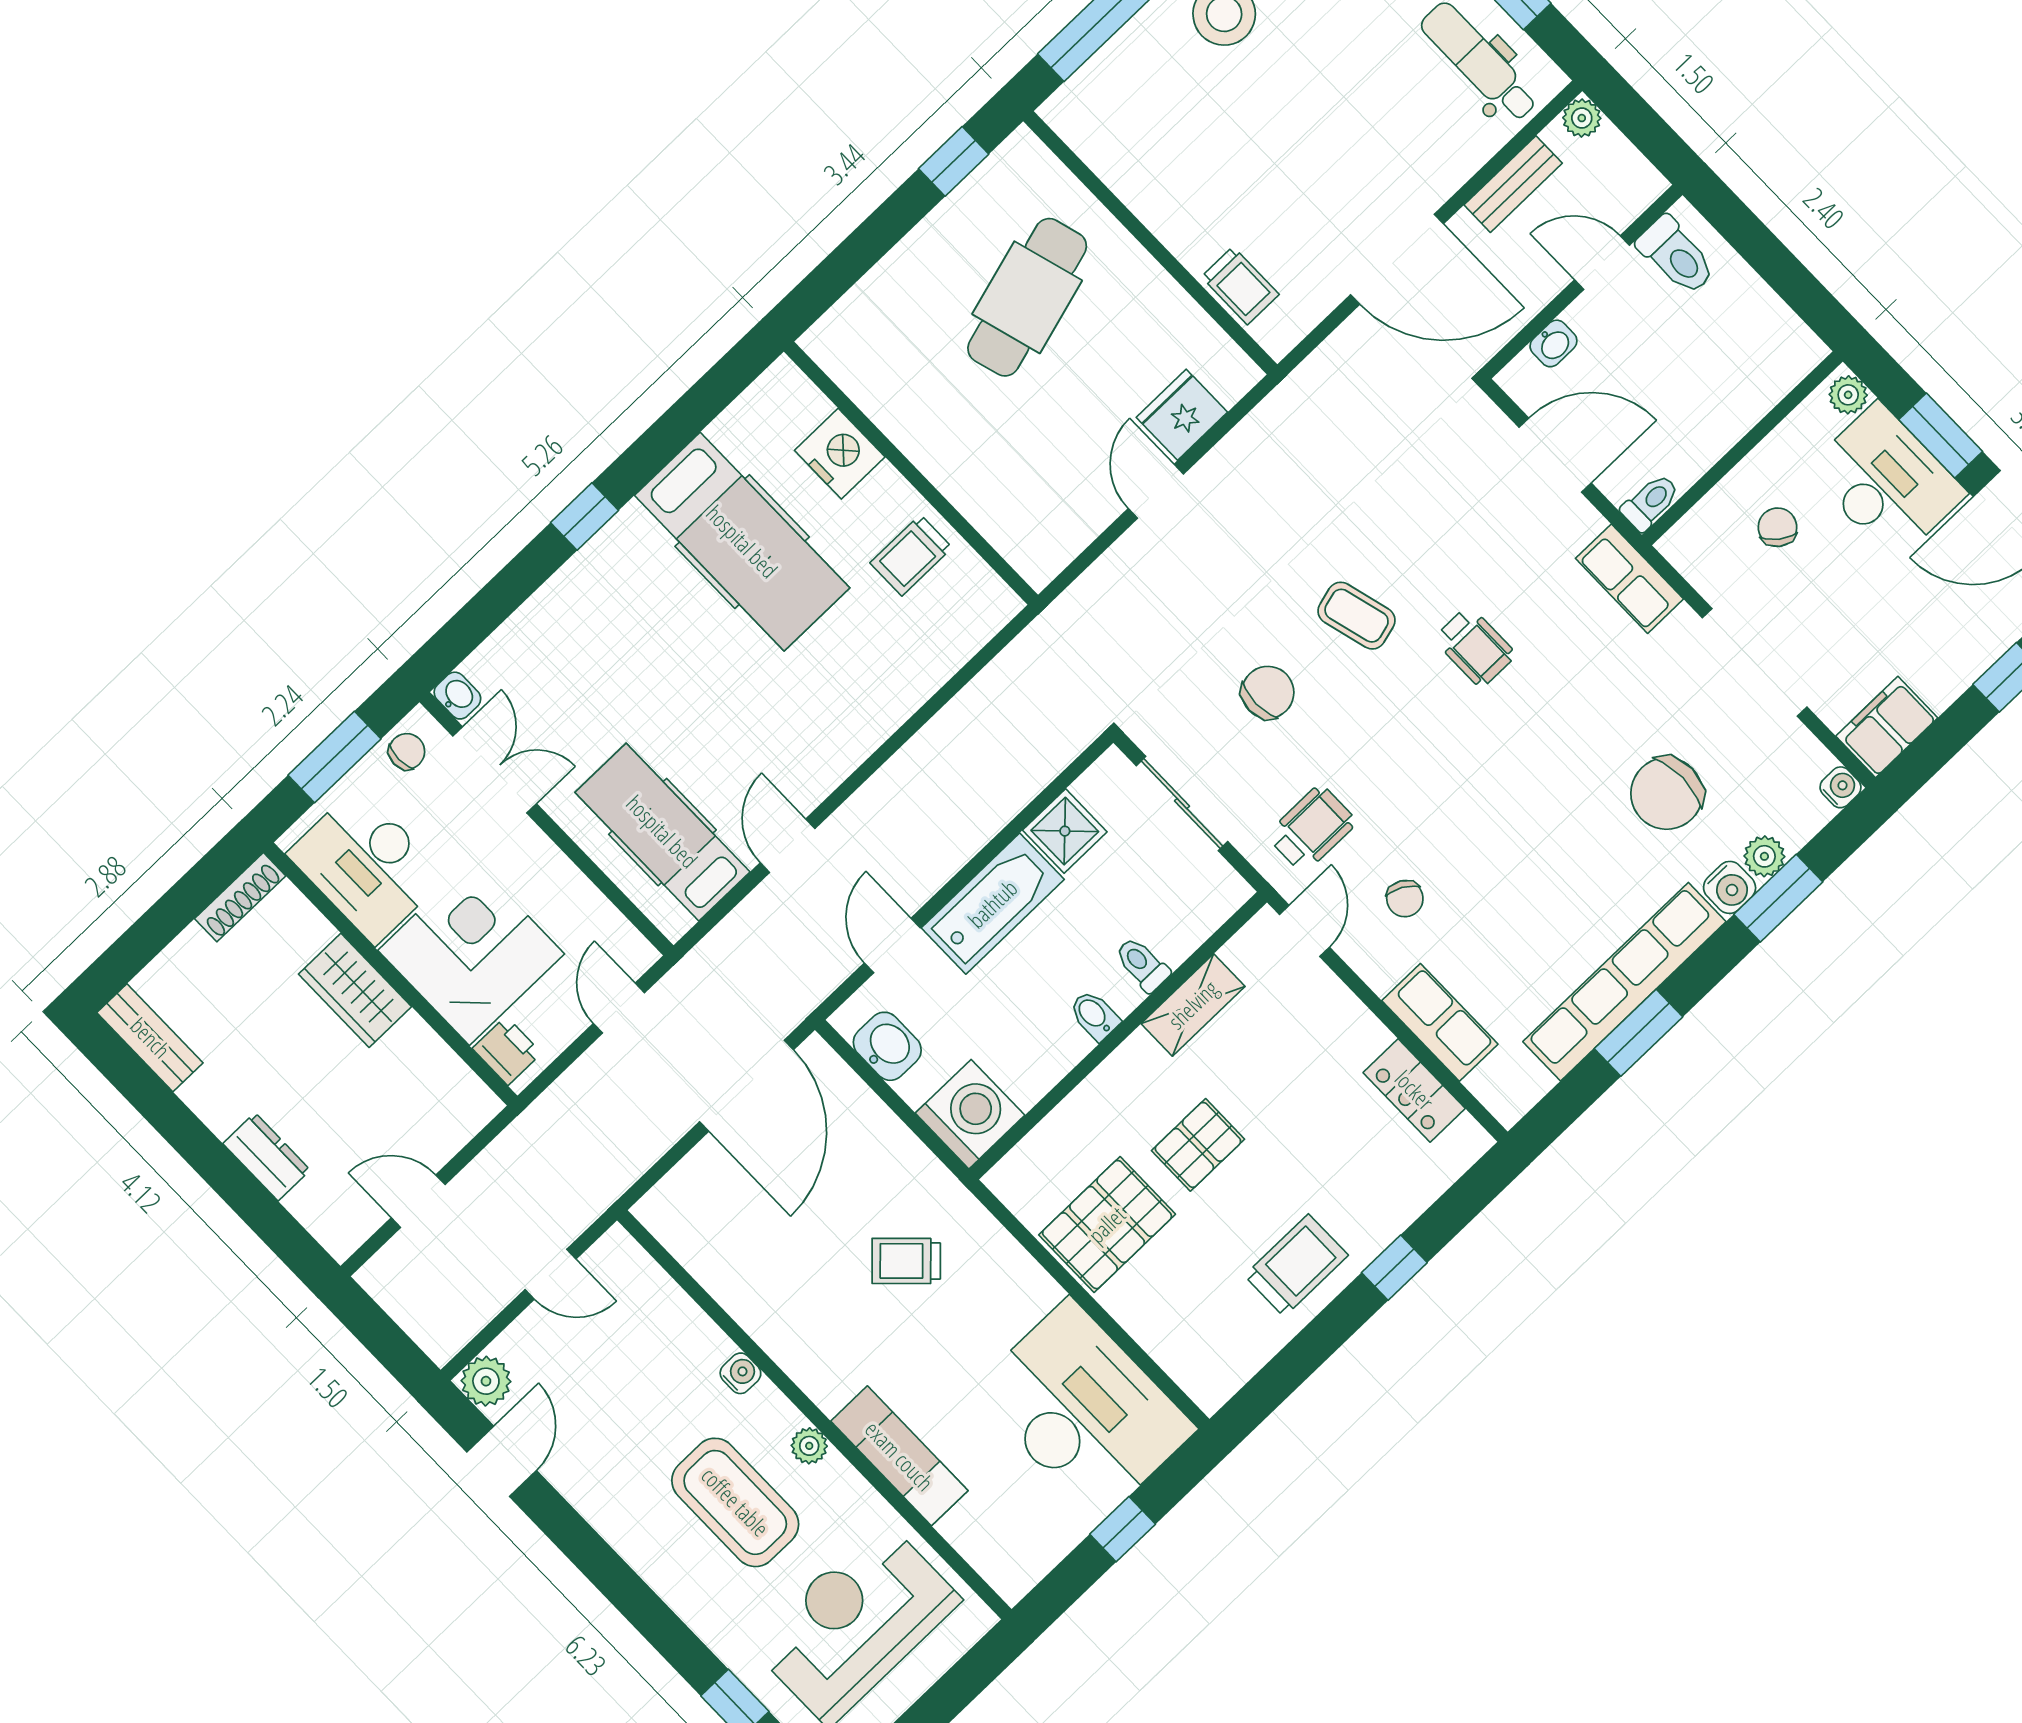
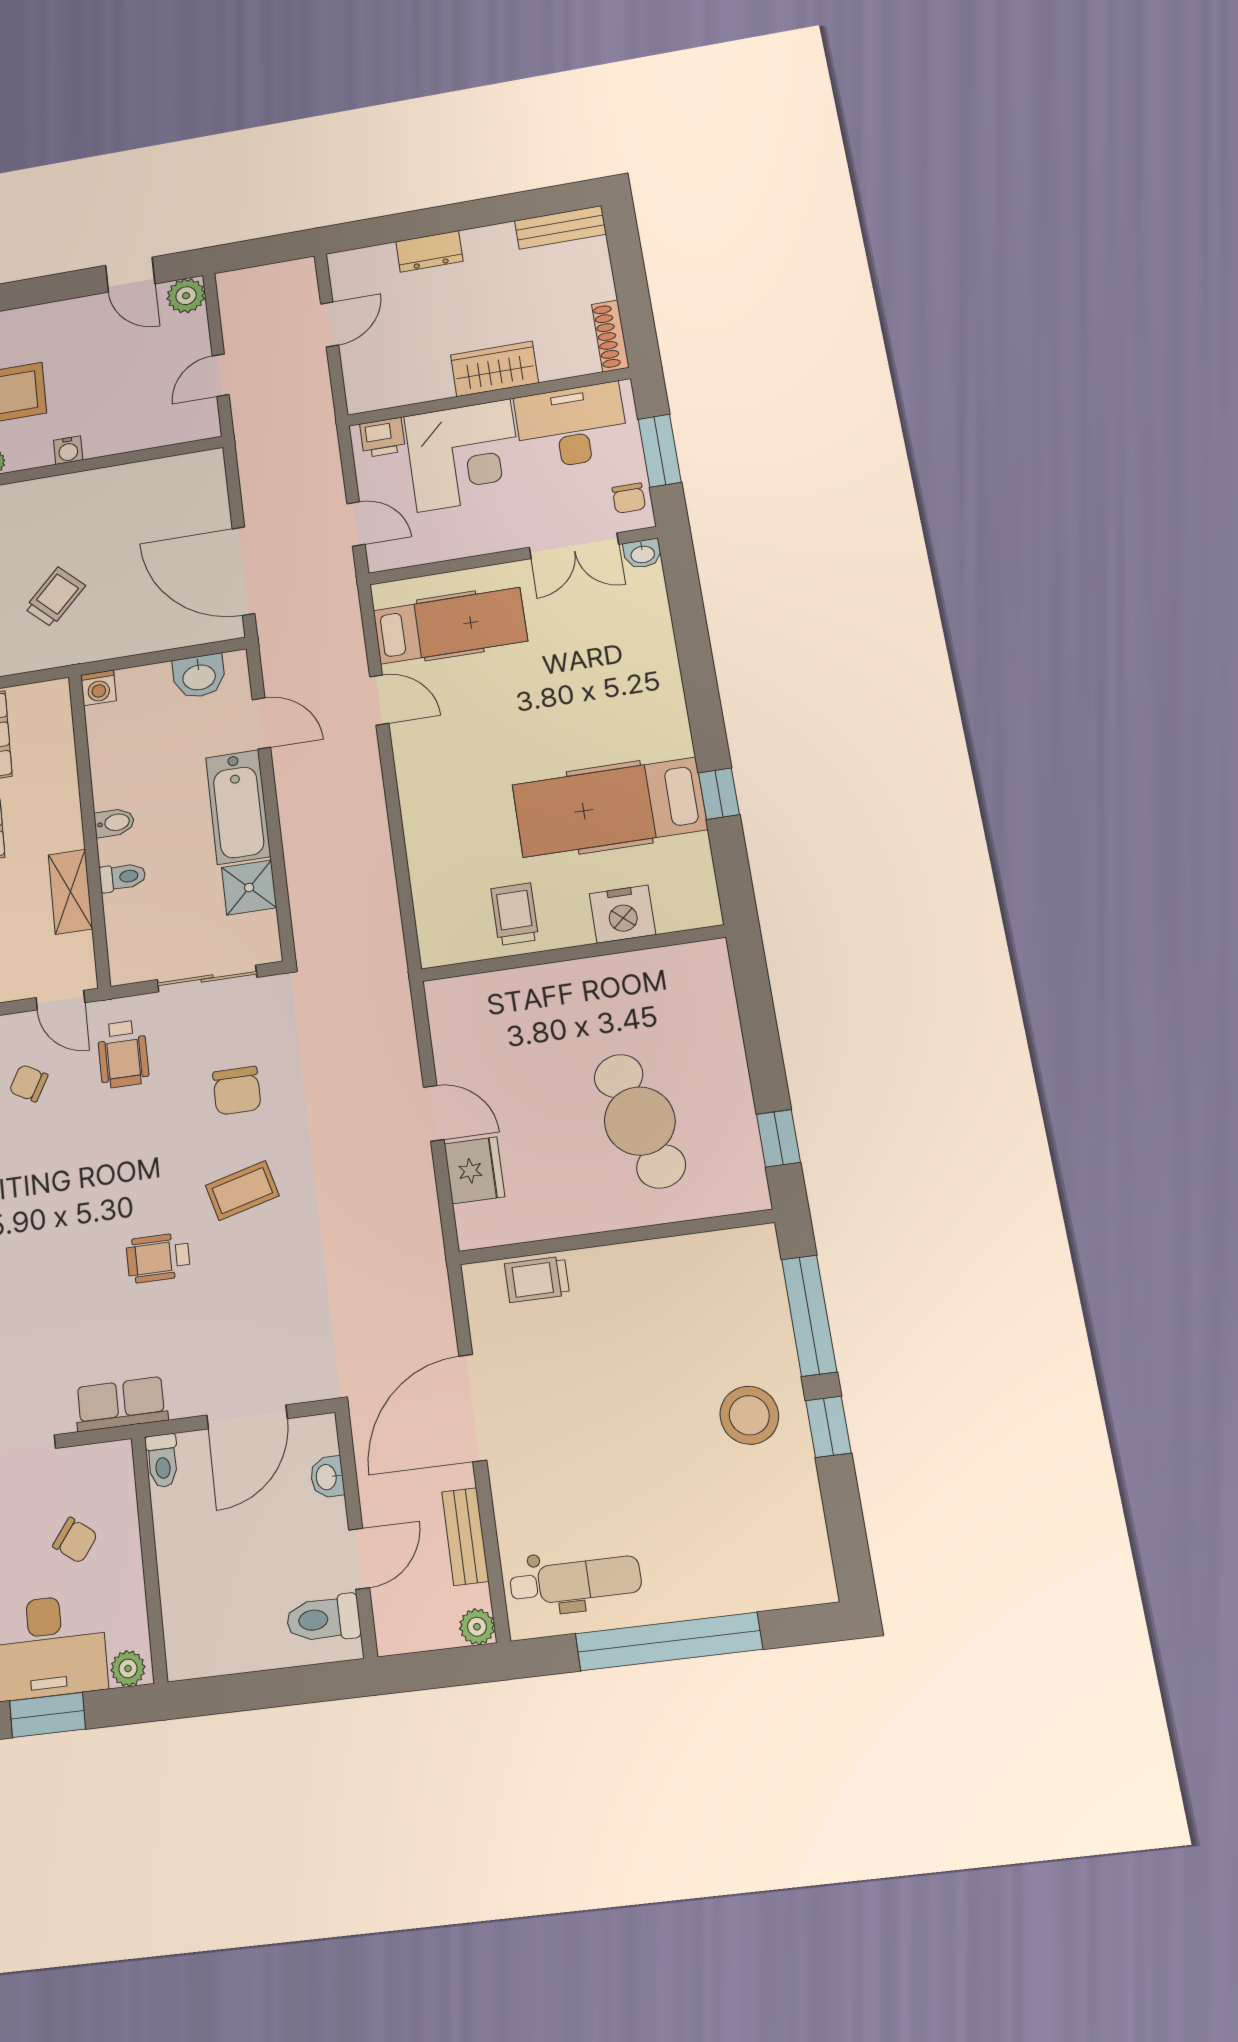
window: (585, 516) -> (719, 794), moved
washing machine: (970, 1114) -> (98, 688), width x0.53, depth x0.53

